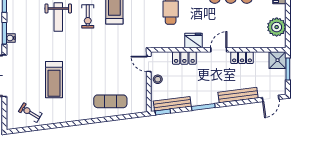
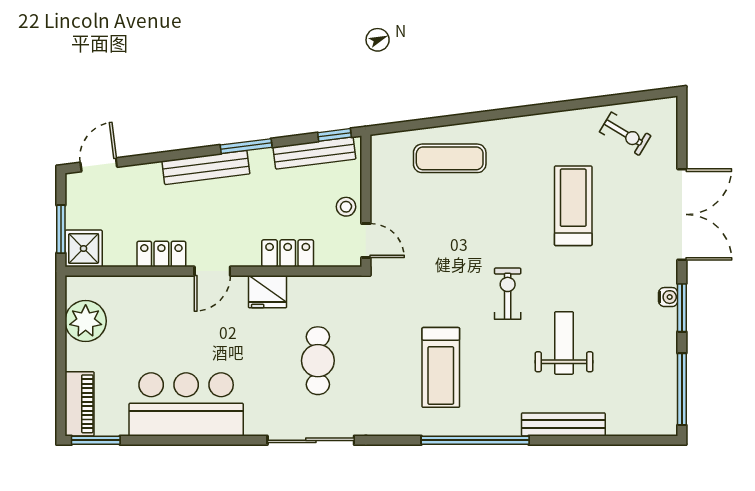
exercise bike: (88, 16) -> (508, 294), moved
bench: (238, 95) -> (206, 167), moved

